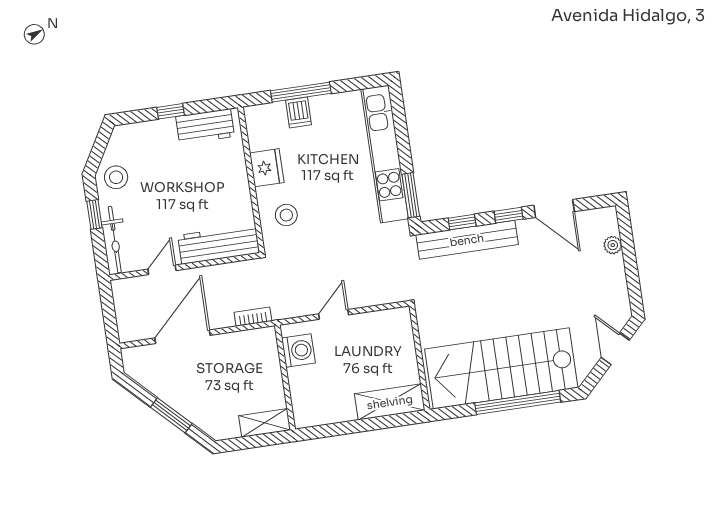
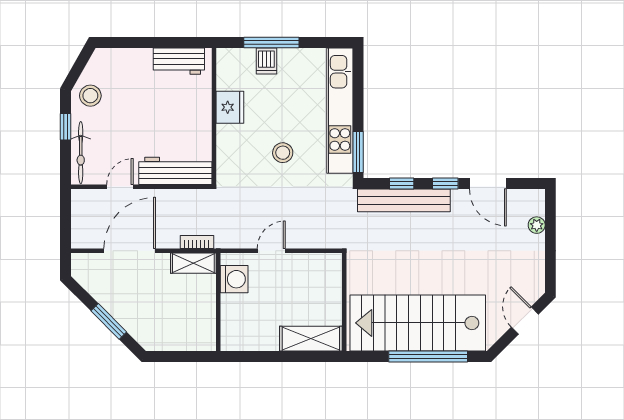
window: (171, 111) -> (149, 43), removed
stool: (286, 215) -> (283, 153), moved
shelving: (265, 423) -> (193, 263), moved

